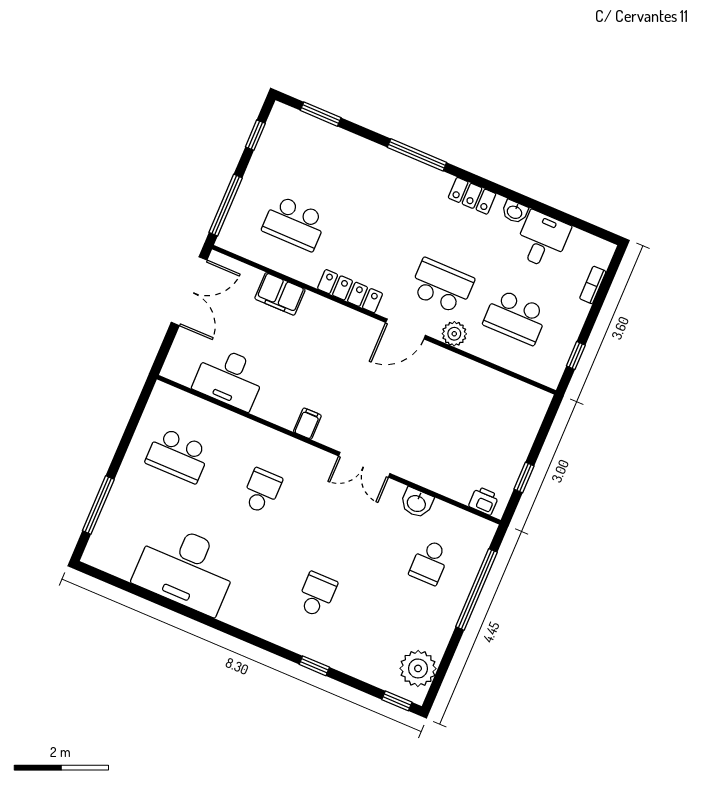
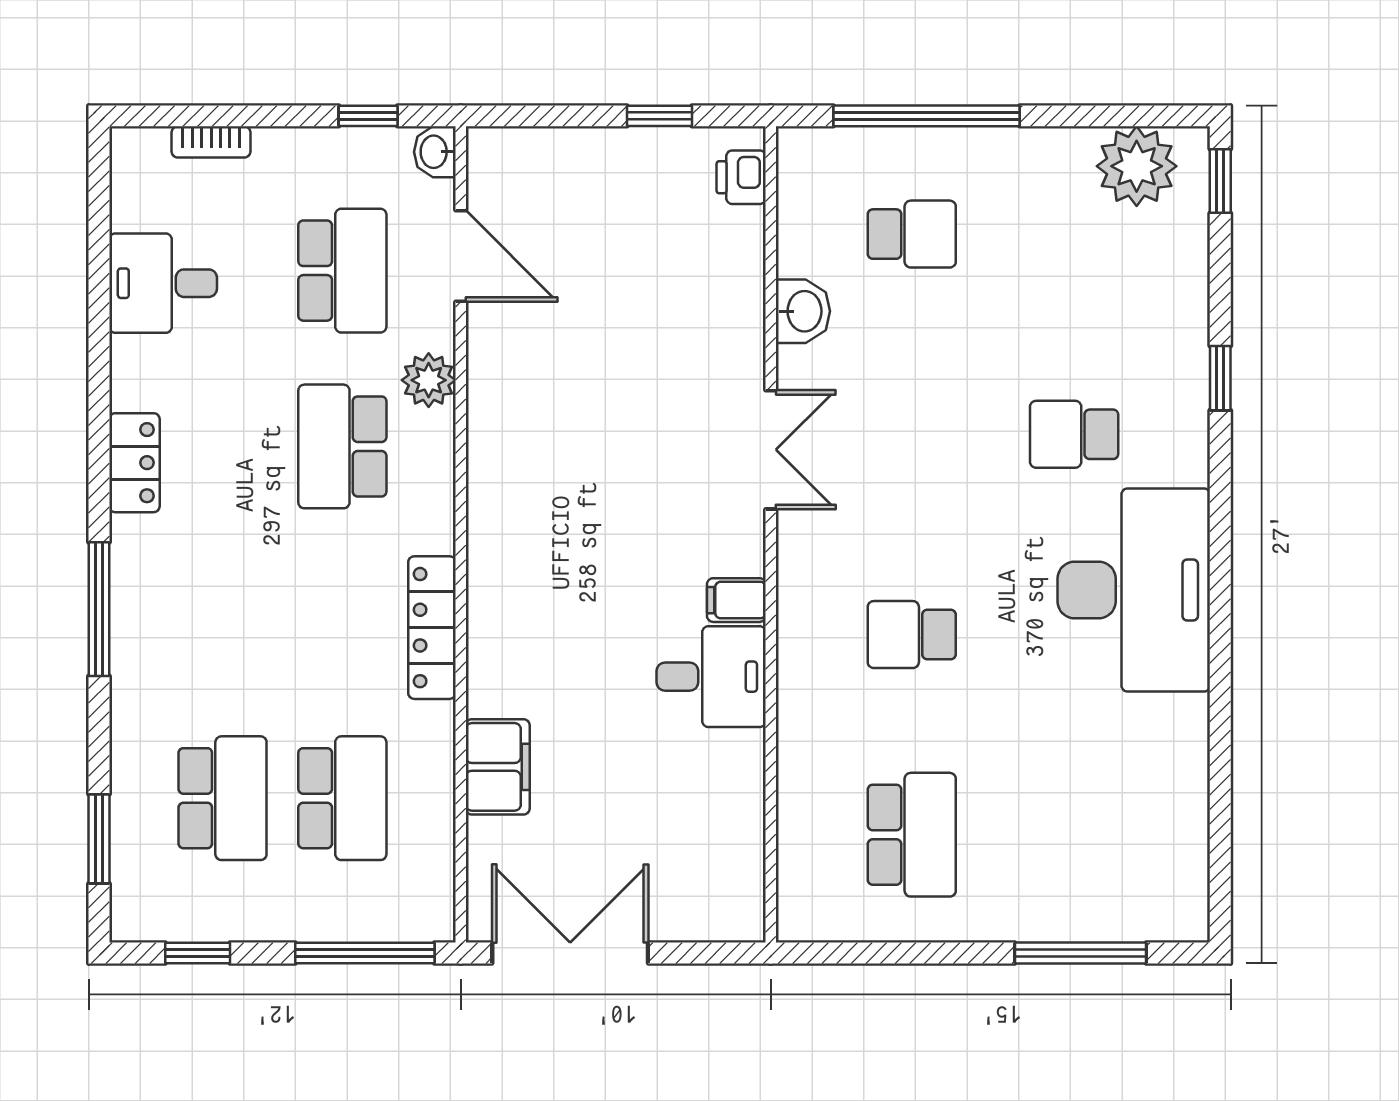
school desk: (316, 173) -> (223, 798), added
washbasin: (515, 212) -> (435, 152), moved, turned 180
door: (406, 329) -> (461, 256), moved
desk: (229, 378) -> (711, 677), moved, width x0.73
desk: (186, 569) -> (1134, 590), moved

